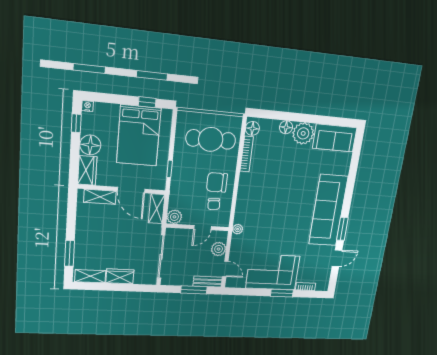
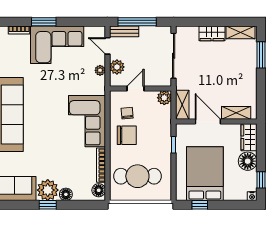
window: (306, 118) -> (48, 205), added
corner sofa: (255, 199) -> (87, 121), added
plant: (238, 229) -> (100, 70), moved
window: (194, 290) -> (137, 22), width x1.44

